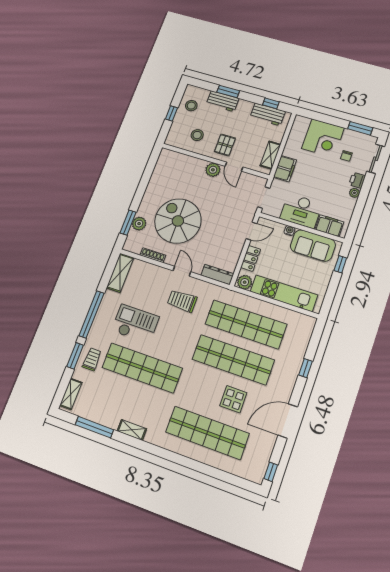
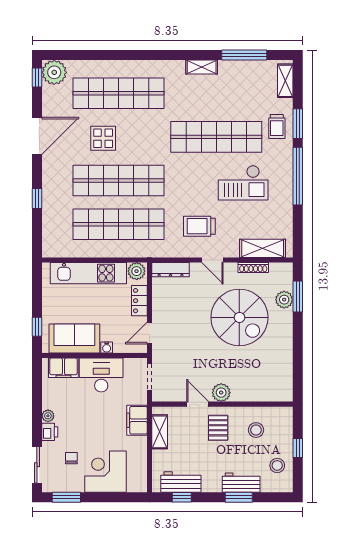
shelving: (120, 273) -> (263, 248), moved, turned 90
trolley: (182, 301) -> (199, 226), turned 180
plant: (255, 471) -> (54, 72), added

